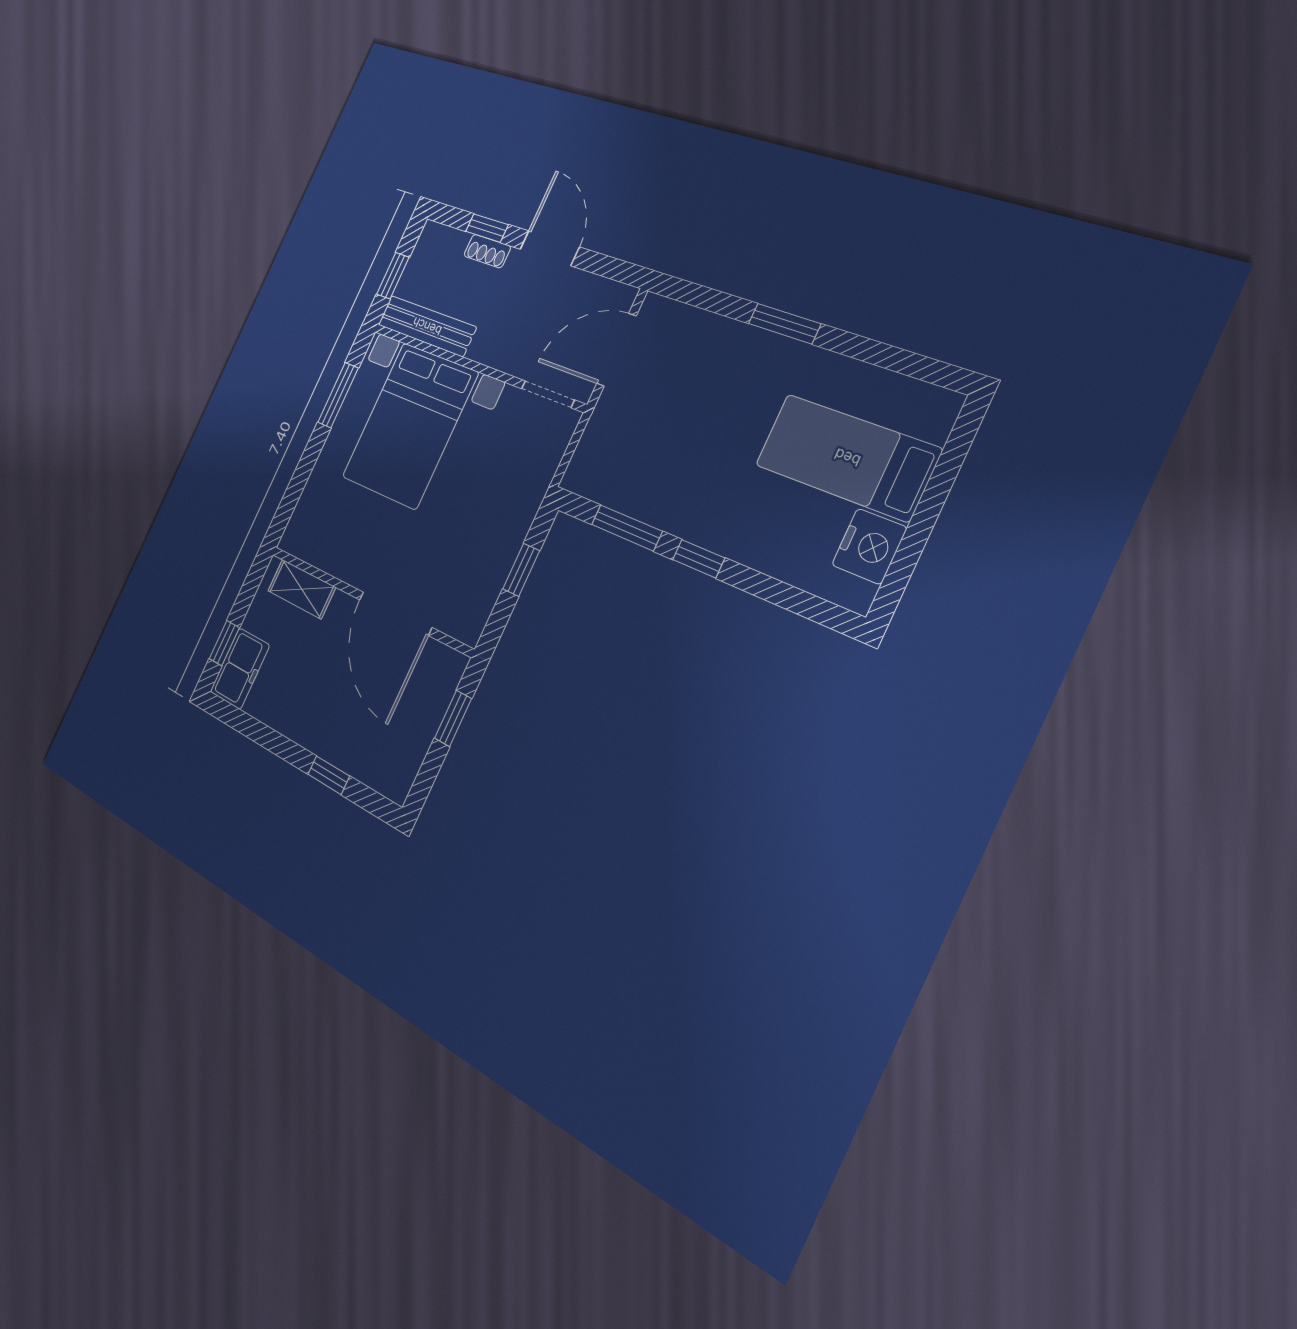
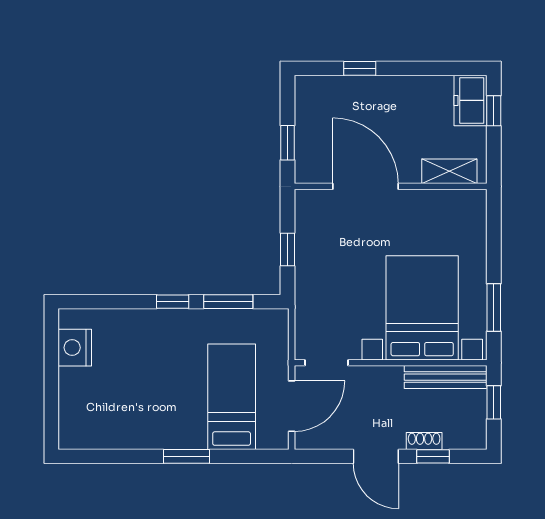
bed: (847, 457) -> (232, 397), moved, turned -90

